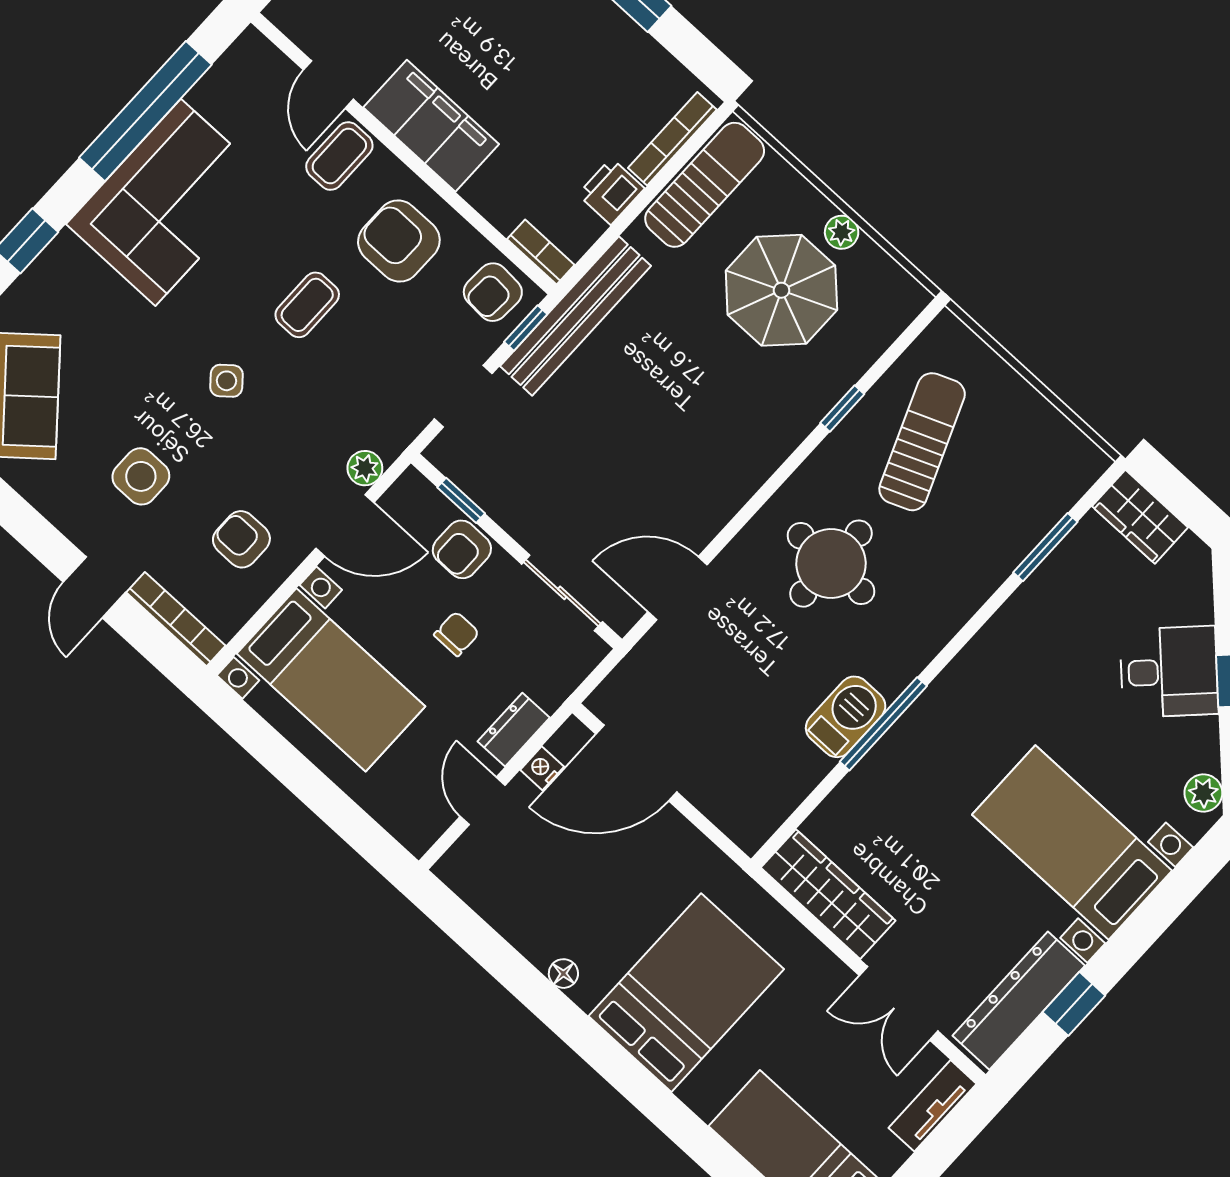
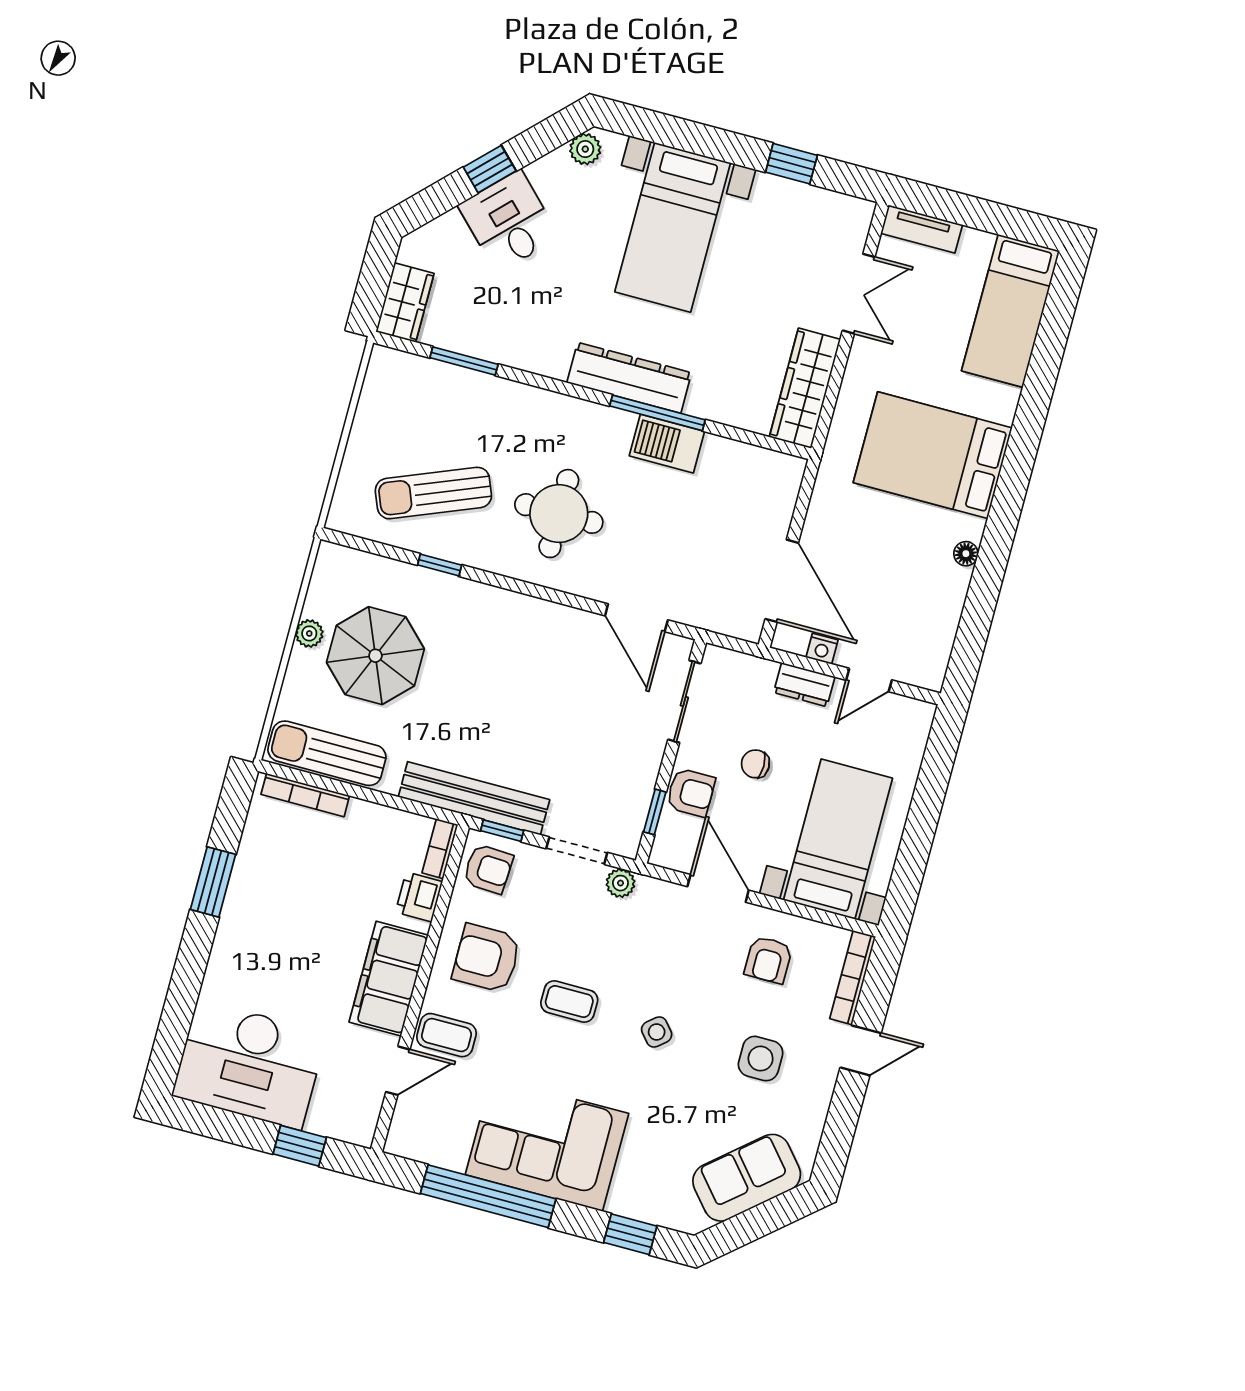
printer: (611, 191) -> (419, 897), moved, turned 90
armchair: (399, 241) -> (487, 958), turned 90
plant: (365, 468) -> (620, 883), moved
dresser: (1019, 1001) -> (629, 378), moved, turned 180

